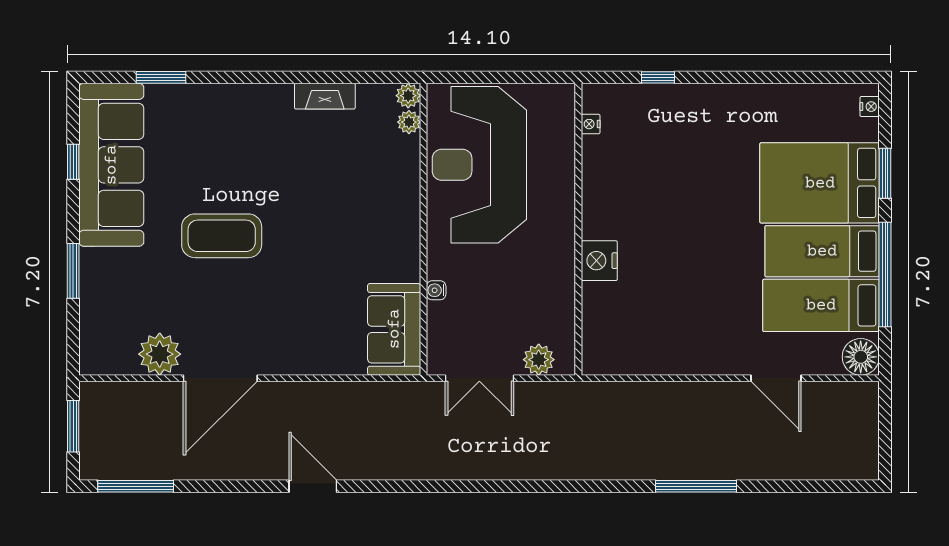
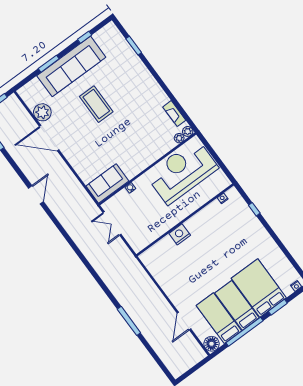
fireplace: (325, 96) -> (174, 114), moved
sofa: (111, 165) -> (71, 66), moved
plant: (539, 360) -> (132, 238), removed

